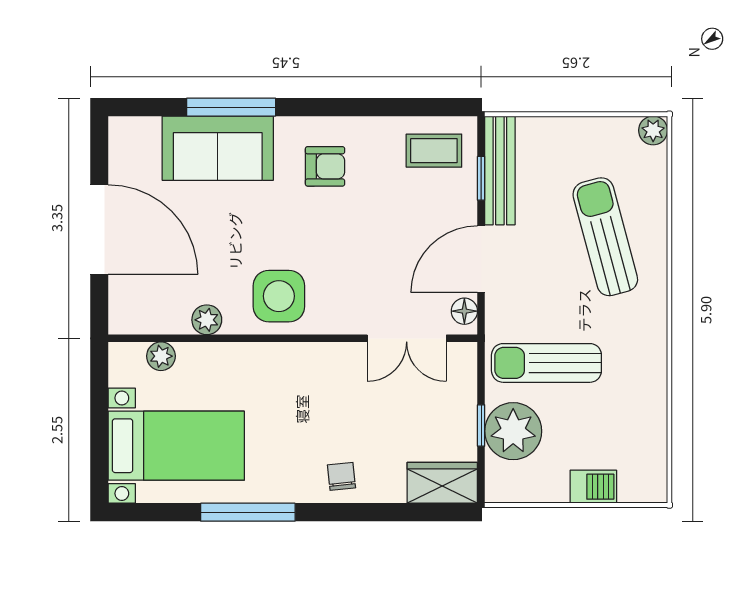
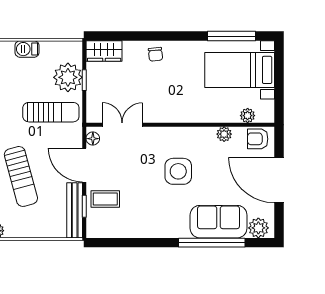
window: (231, 107) -> (212, 243), width x1.46
plant: (140, 136) -> (258, 228), added
coffee table: (434, 151) -> (105, 199), moved
armchair: (325, 166) -> (258, 139), moved
door: (481, 259) -> (84, 165), swing flipped
side table: (279, 296) -> (178, 171), moved
window: (248, 512) -> (231, 36), moved

